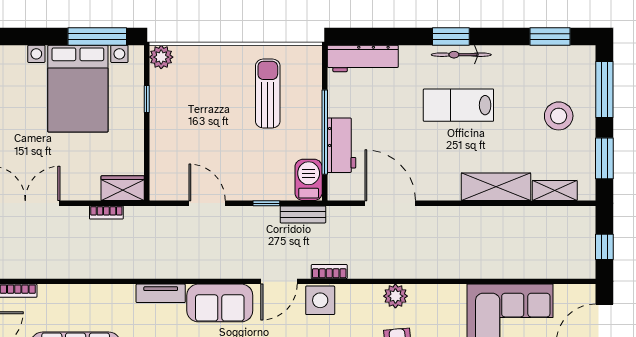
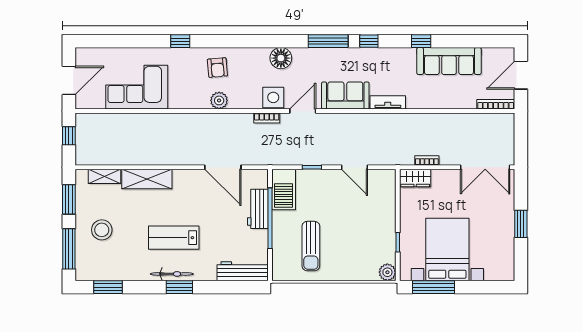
lab bench: (458, 105) -> (174, 238), turned 180
barbecue: (309, 180) -> (284, 189), width x1.37, depth x1.21
bench: (303, 214) -> (286, 159), removed

